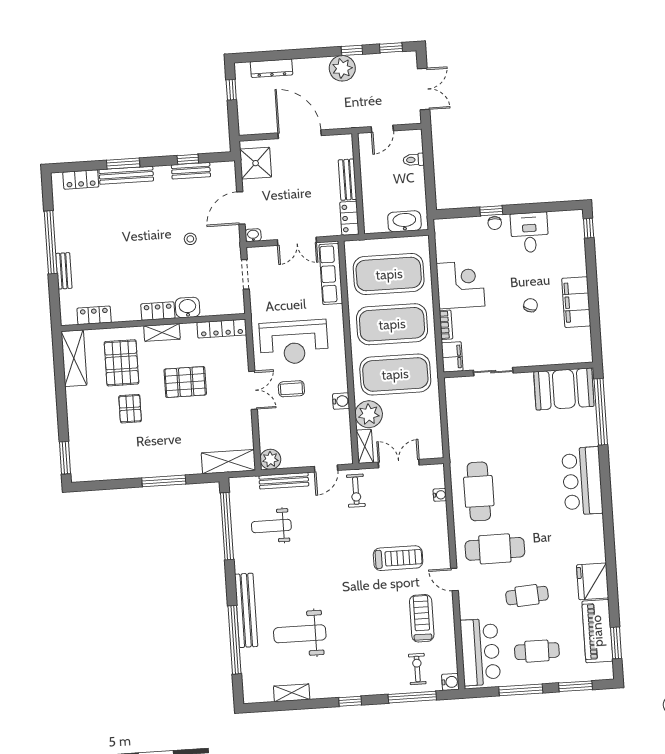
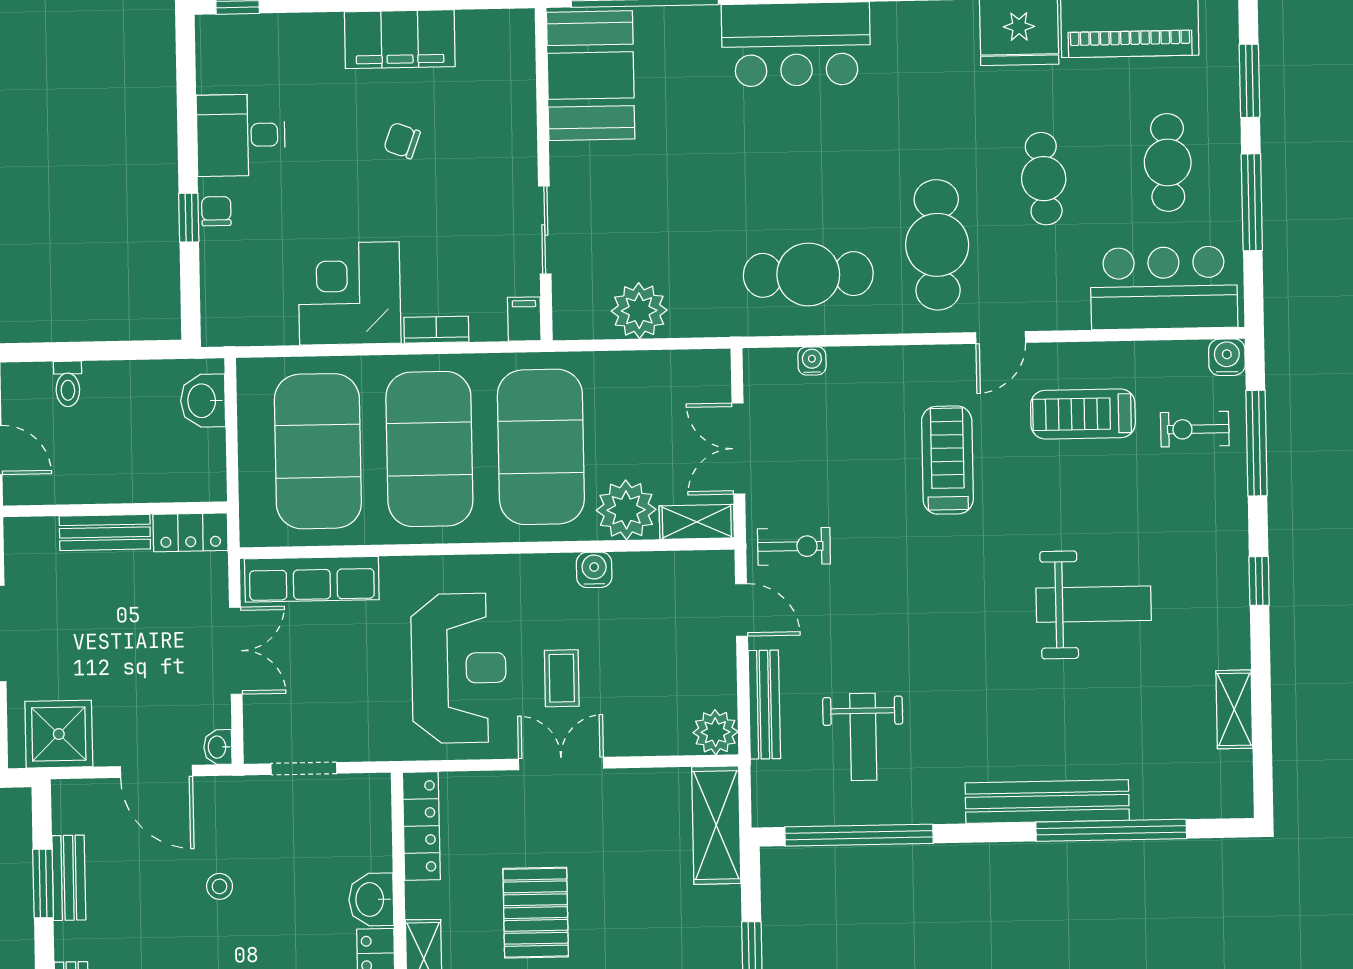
window: (188, 159) -> (43, 883), width x1.50
washbasin: (404, 221) -> (203, 401), width x0.72
chair: (495, 223) -> (216, 211), turned -90
filing cabinet: (452, 357) -> (524, 319), width x0.50
plant: (459, 416) -> (639, 311), added
weight bench: (300, 634) -> (1094, 604), moved, turned -90

